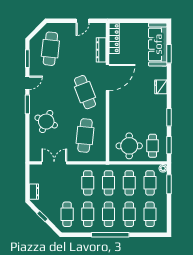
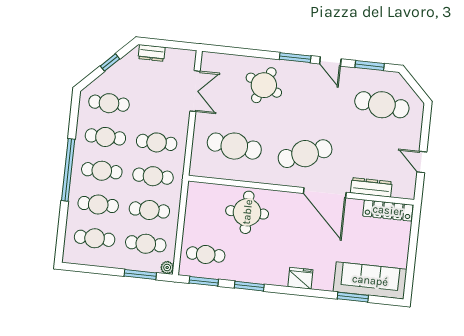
round table: (129, 146) -> (247, 212), moved

